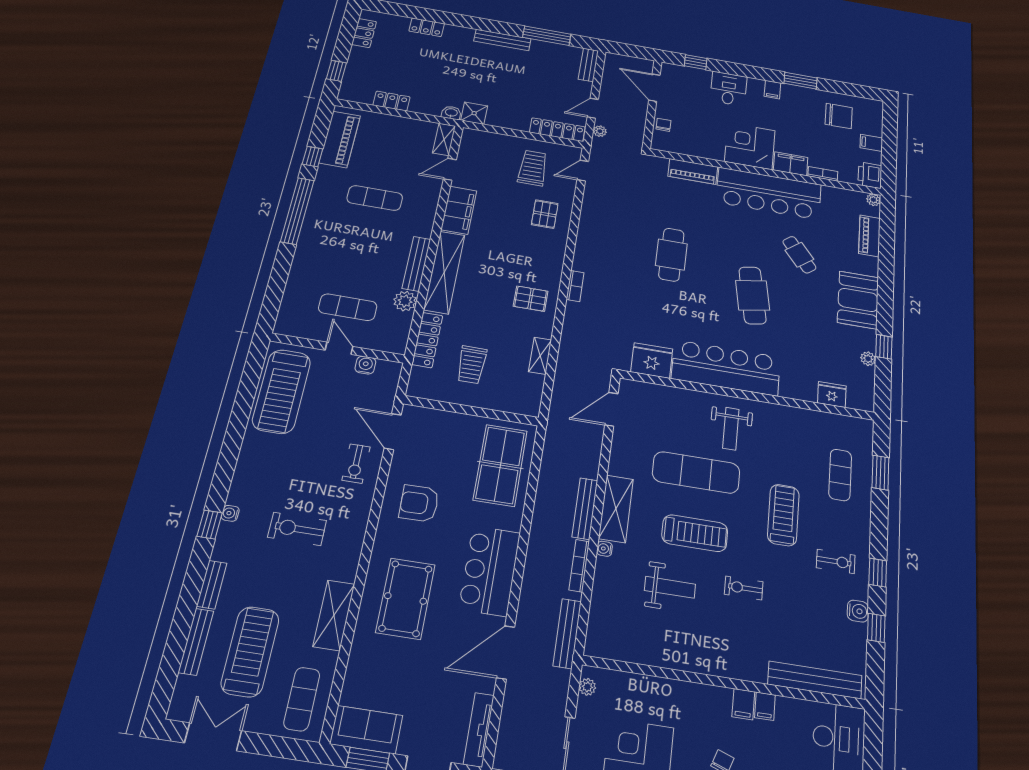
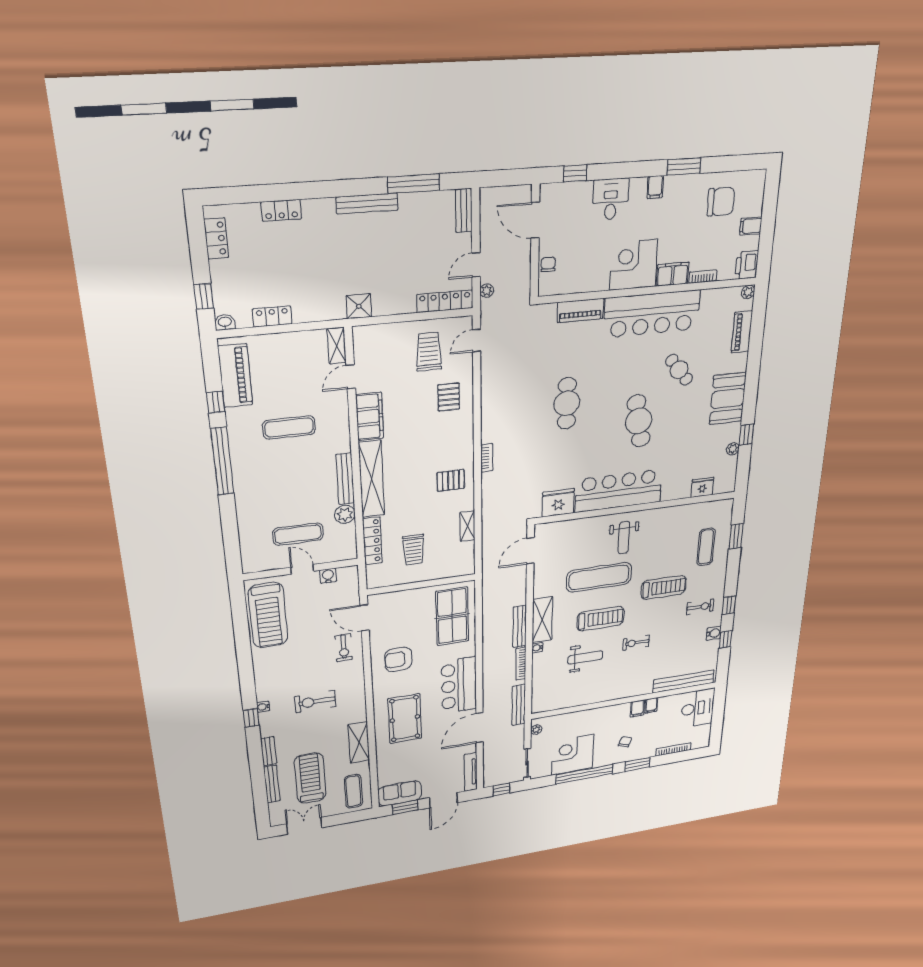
washbasin: (451, 113) -> (225, 322), moved
treadmill: (783, 515) -> (664, 587), turned 90

